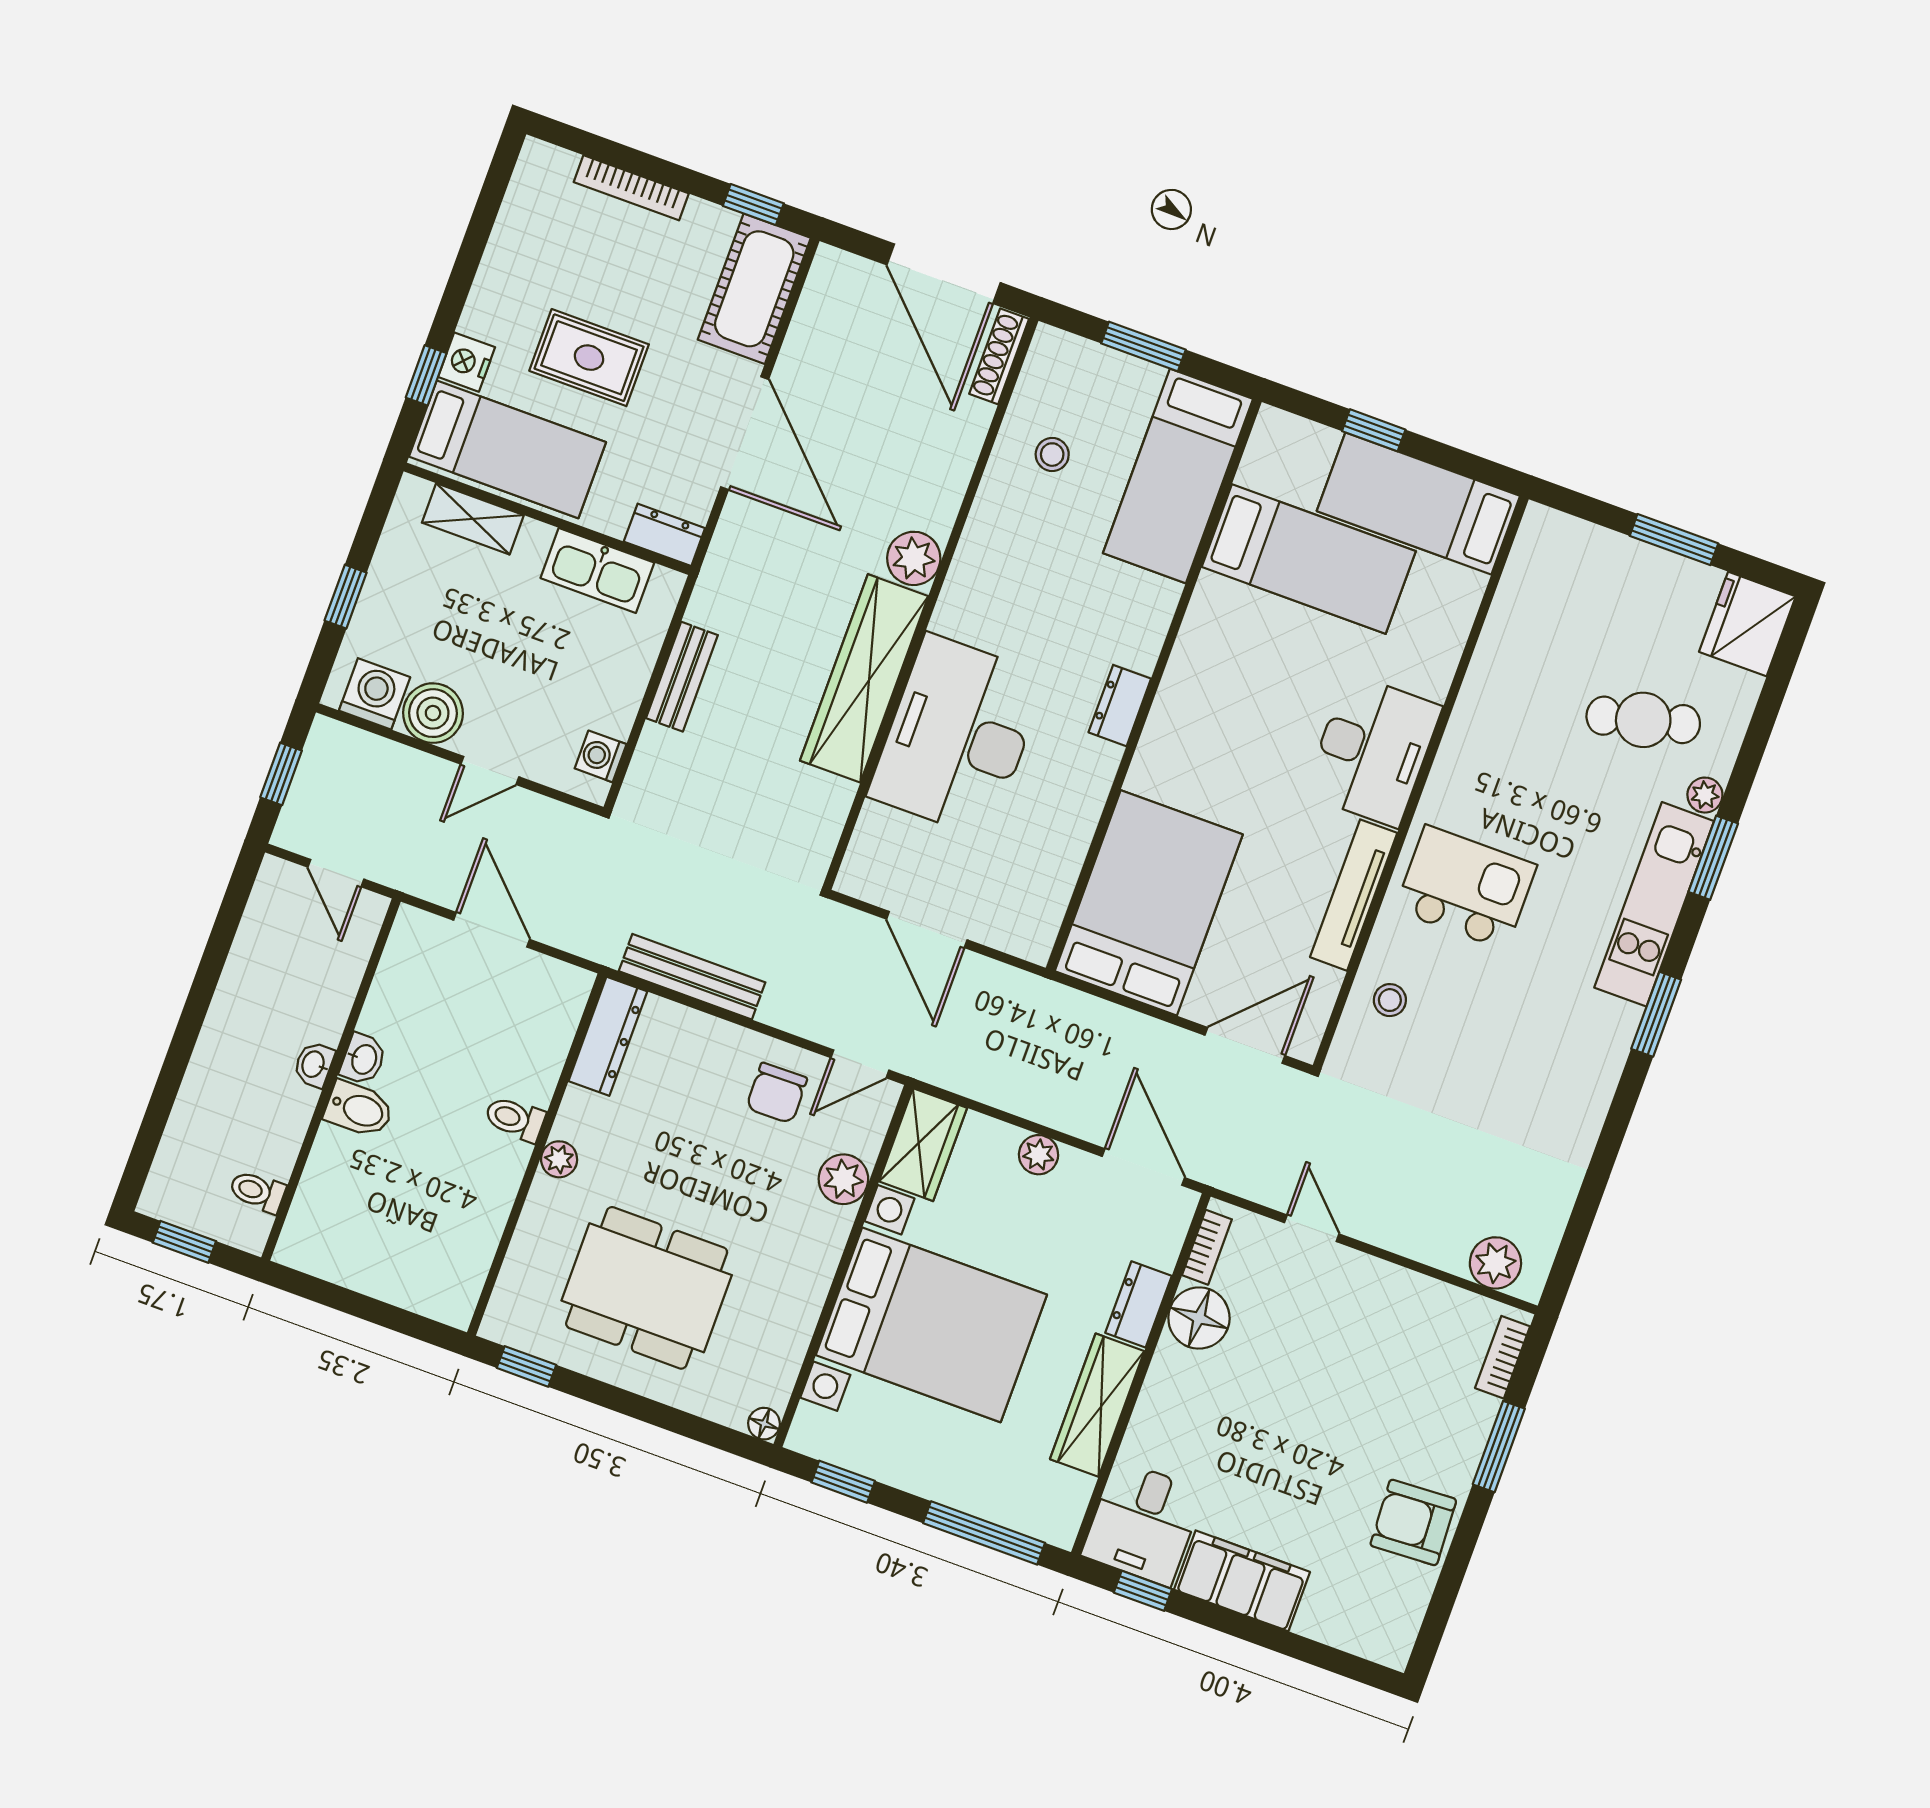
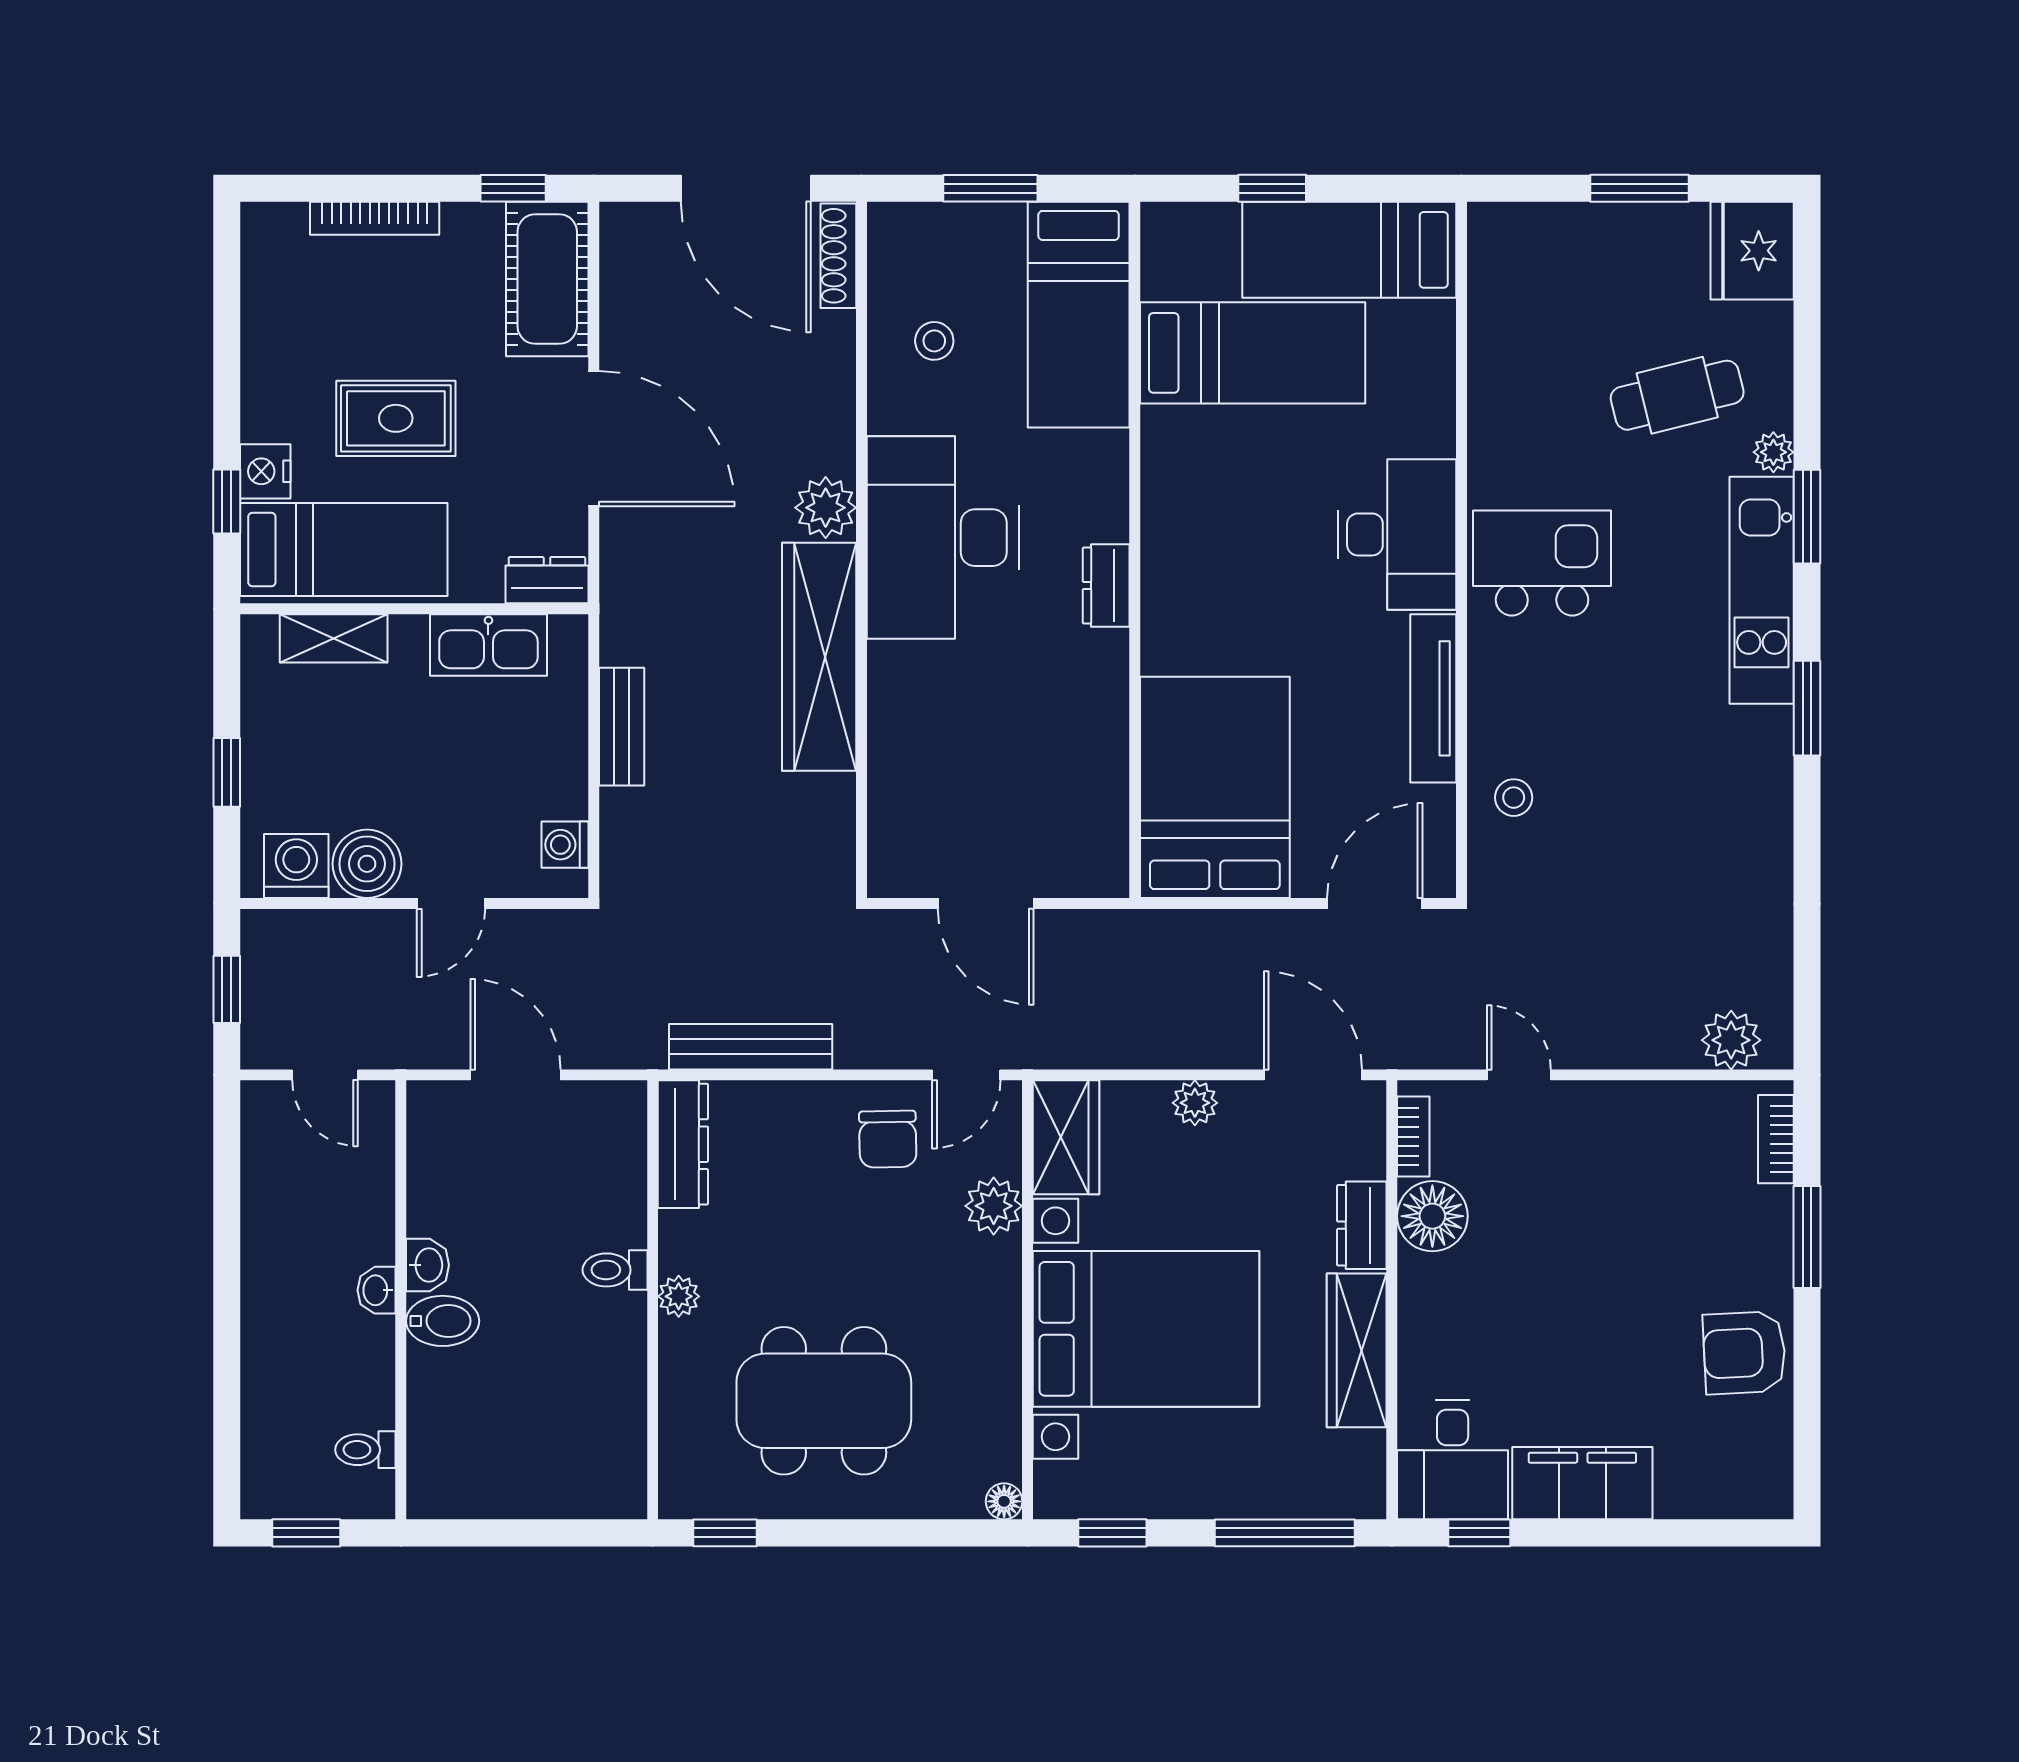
desk: (958, 736) -> (943, 538), moved
kitchen island: (1466, 888) -> (1542, 563), moved

